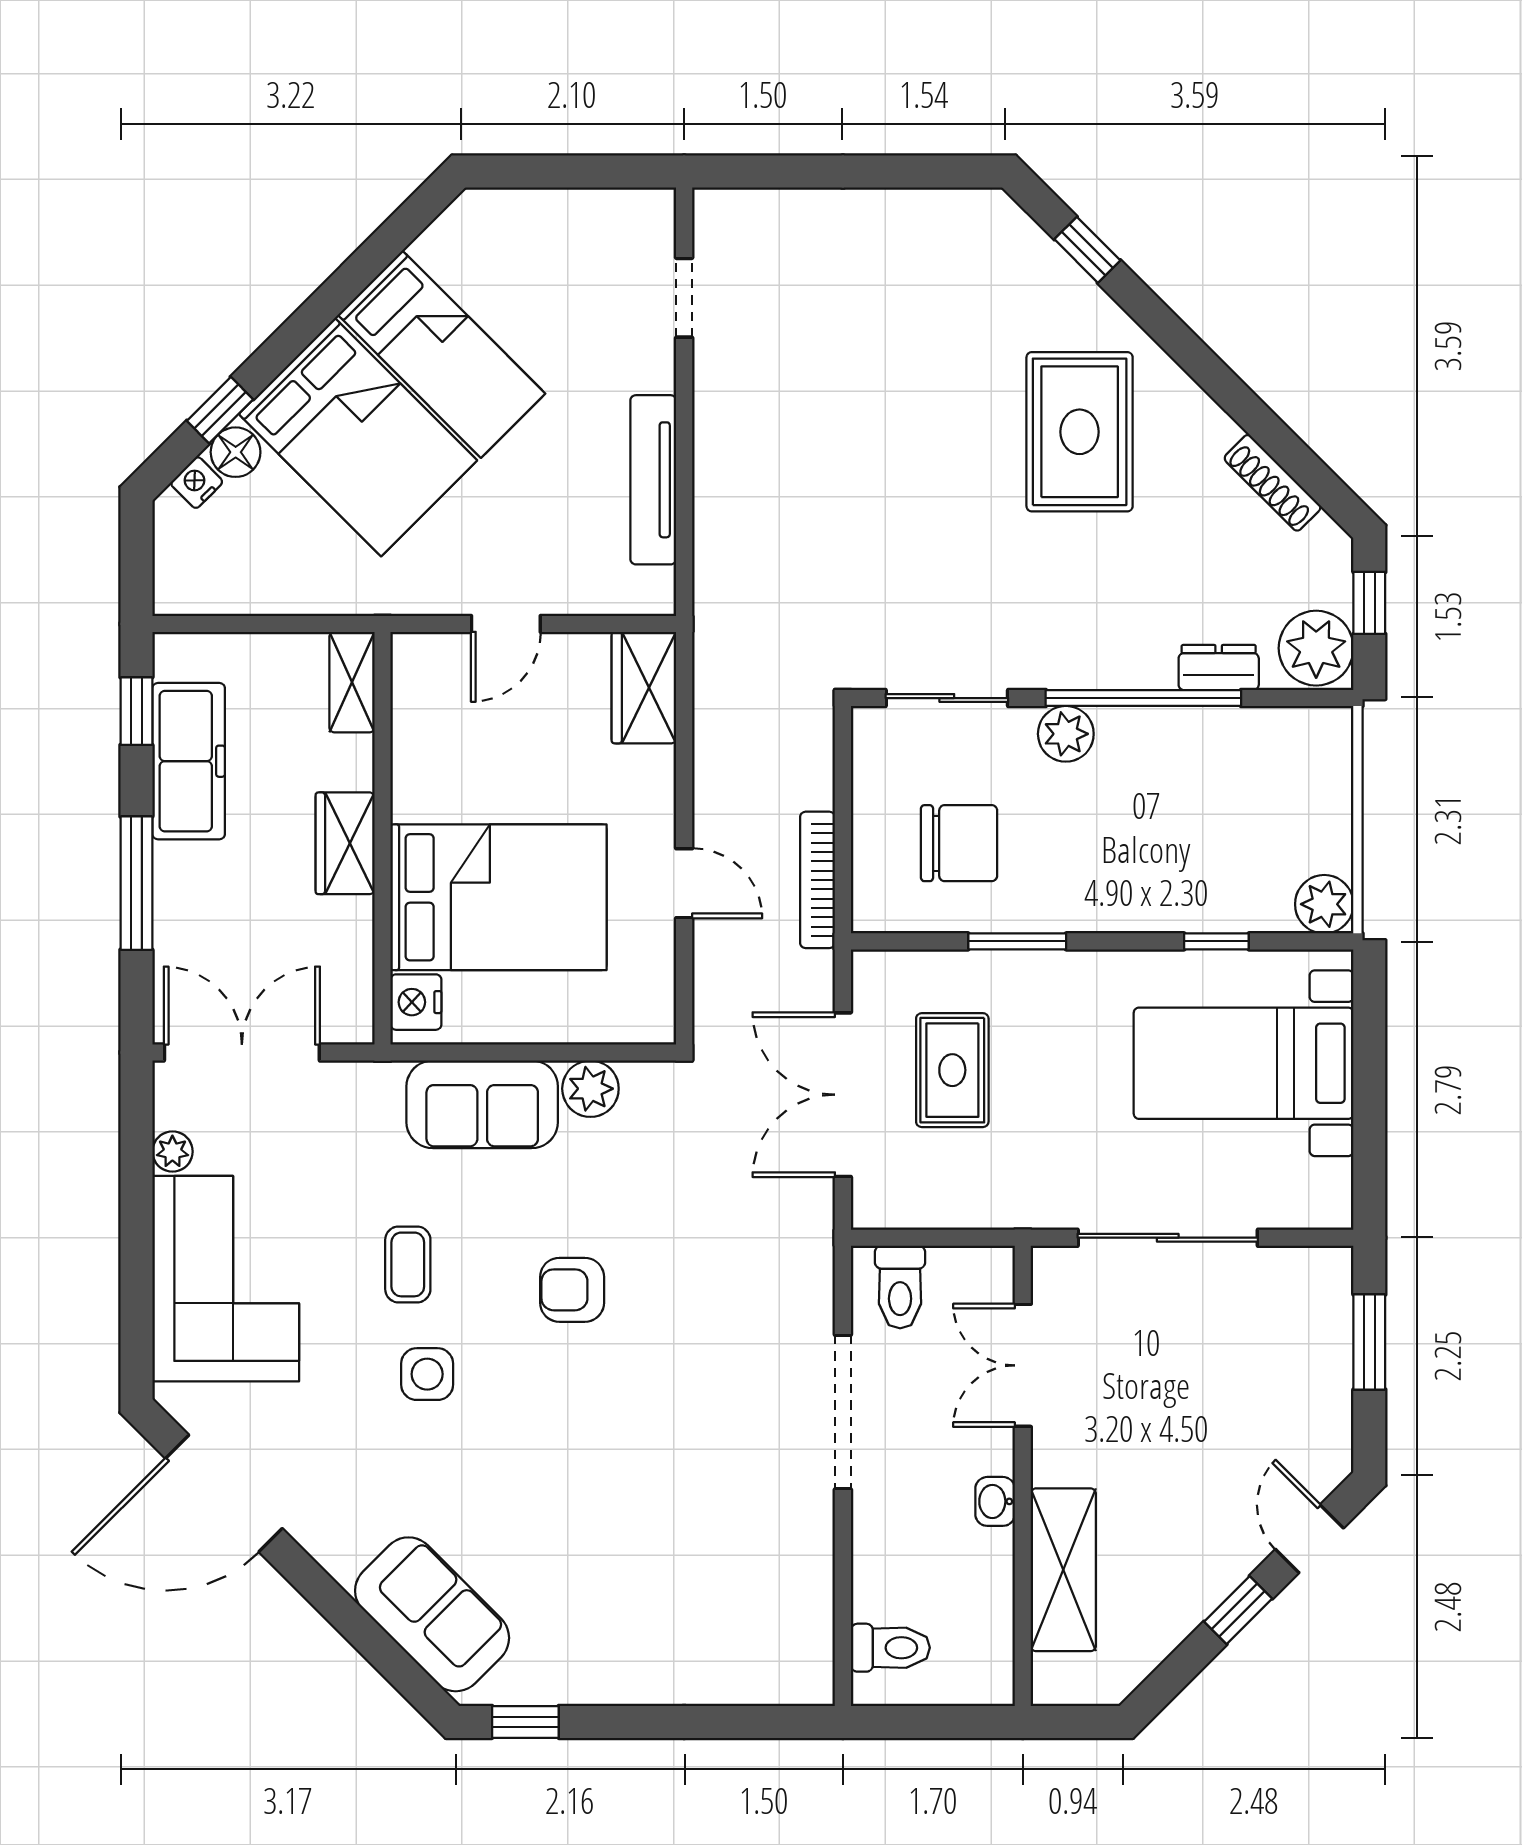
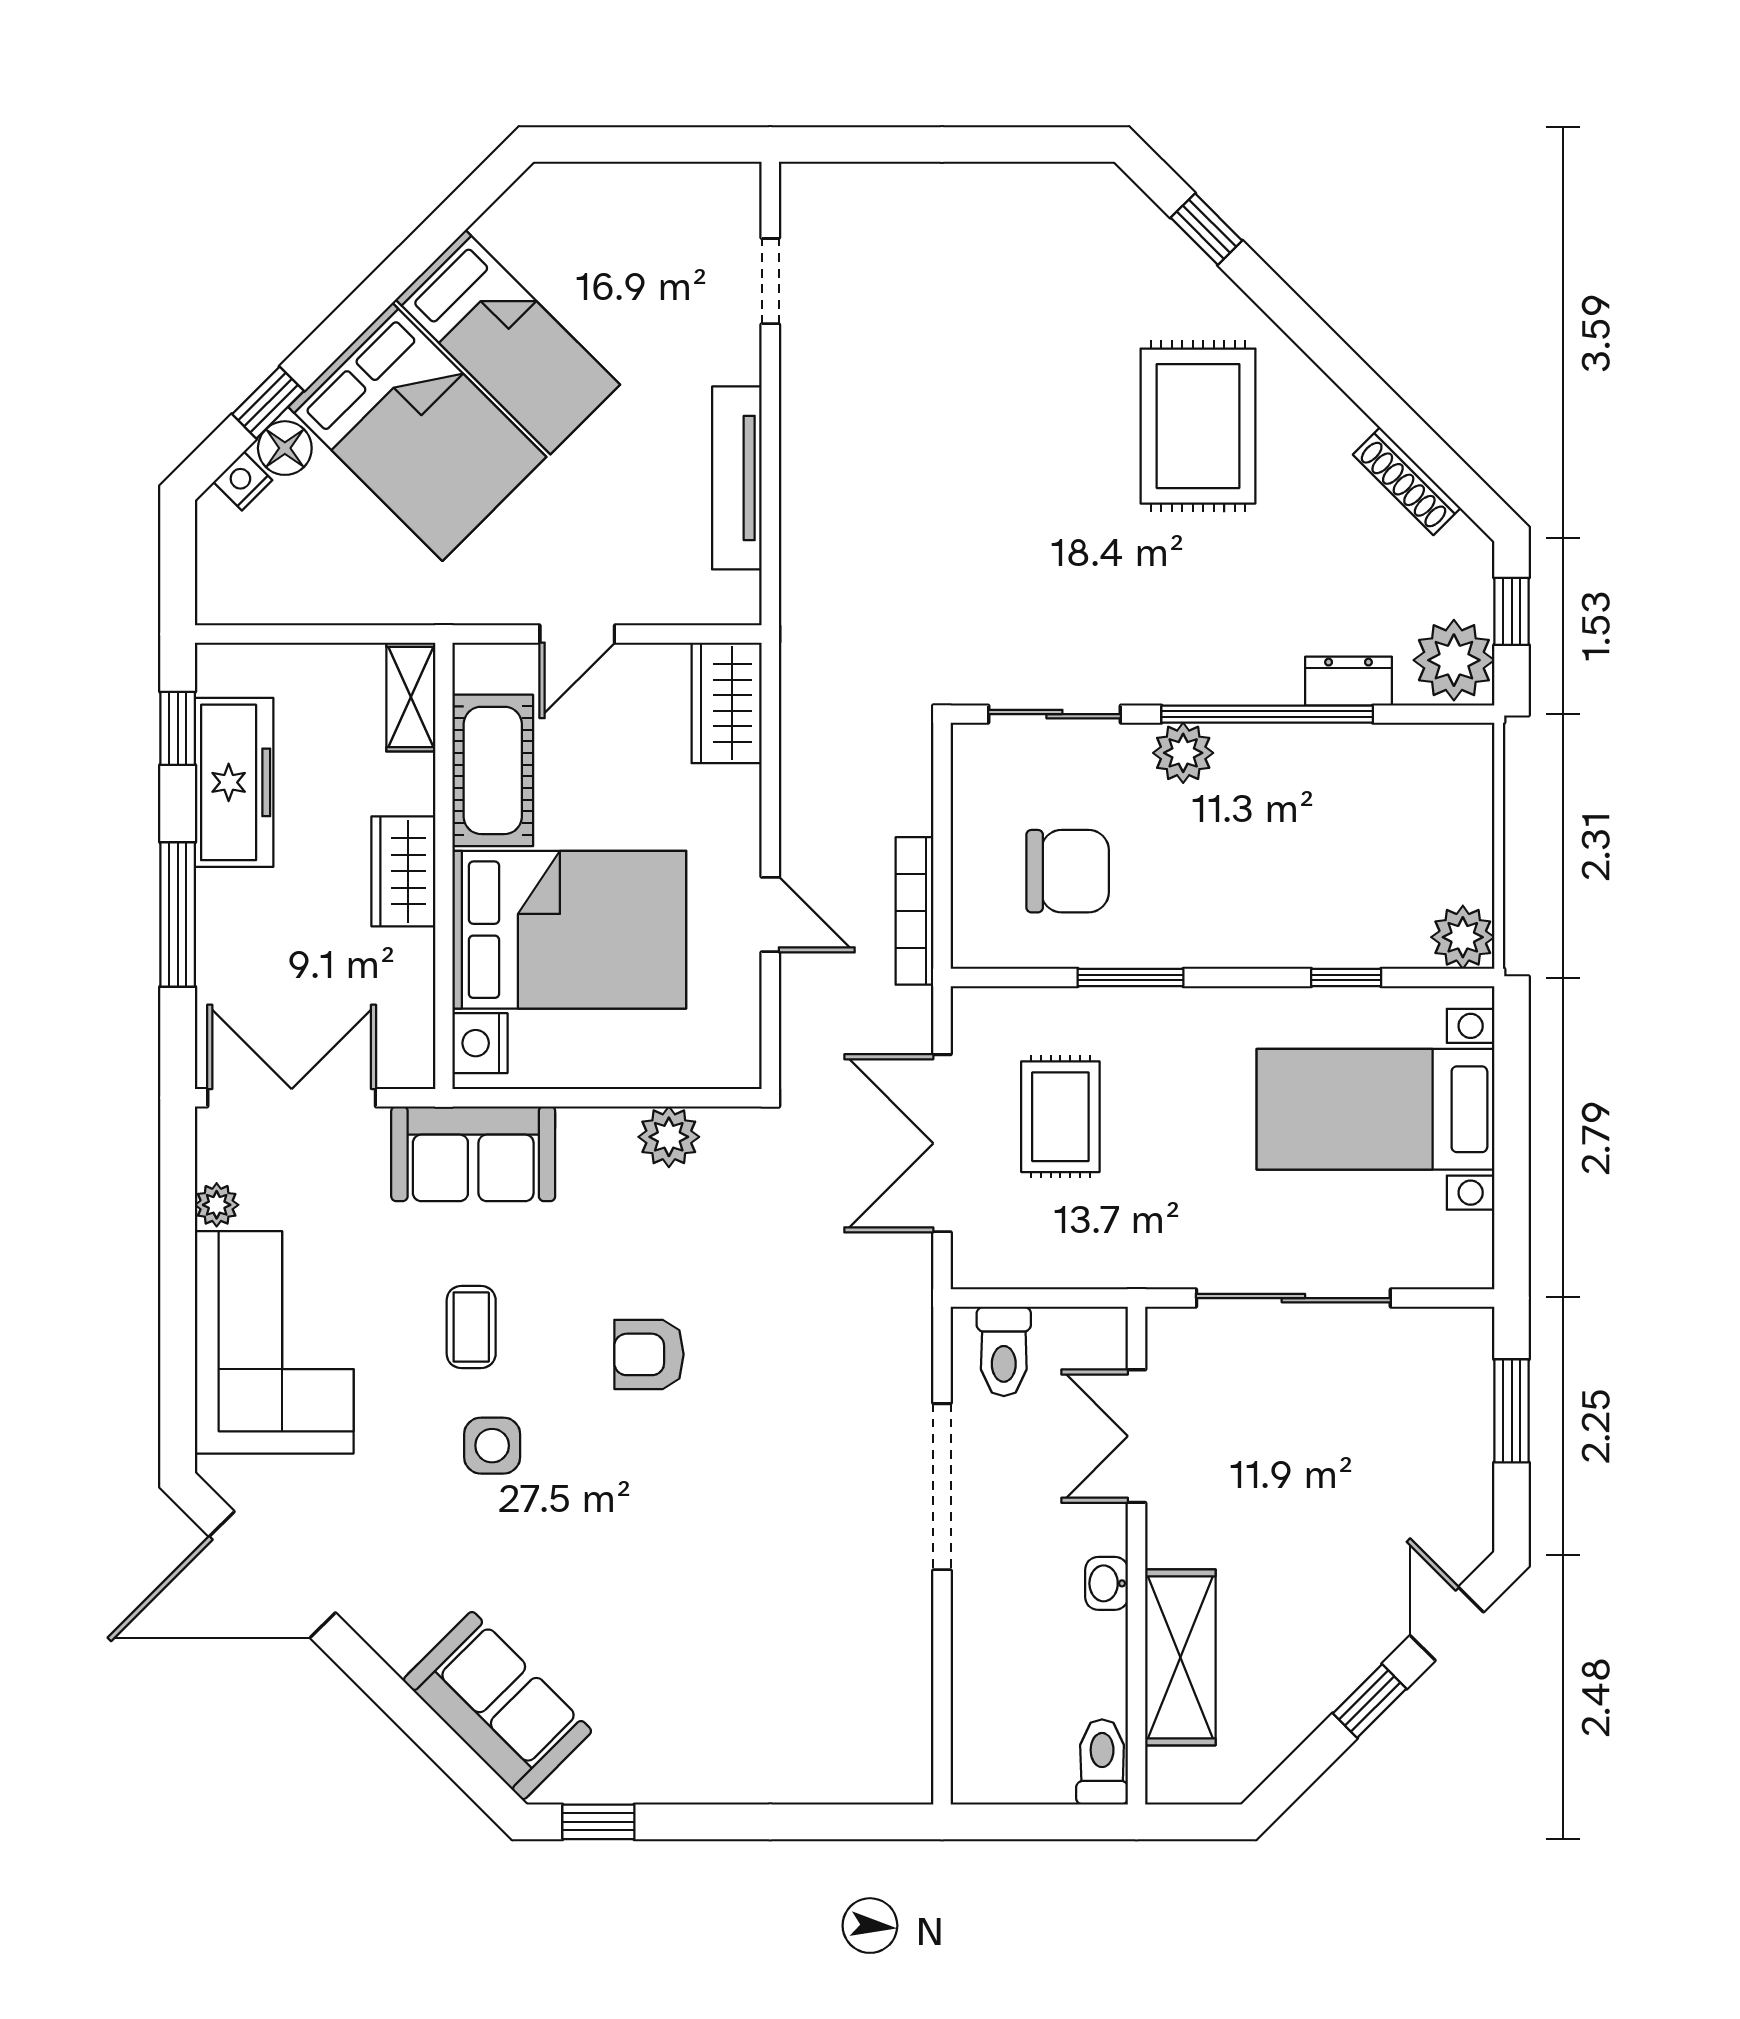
cot: (428, 750) -> (493, 770), added
sofa: (482, 1104) -> (473, 1154), moved
toilet: (890, 1648) -> (1102, 1762), moved, turned -90

